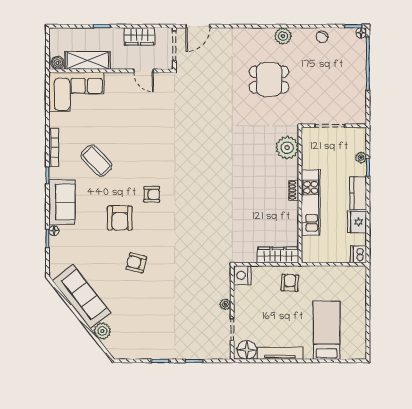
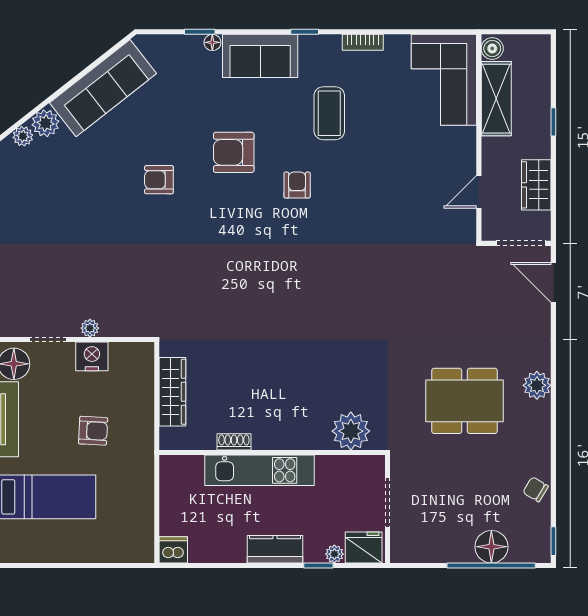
floor lamp: (361, 33) -> (491, 547), moved, width x1.89, depth x1.89
plant: (283, 36) -> (537, 385), moved
dining table: (269, 80) -> (464, 401), width x1.38
bookcase: (54, 147) -> (363, 42), width x0.64
coffee table: (96, 161) -> (329, 113), turned -47
shoe rack: (294, 190) -> (234, 442), moved
armchair: (152, 194) -> (297, 185), moved, turned 180
fridge: (357, 222) -> (364, 547), moved
wardrobe: (278, 255) -> (172, 392), moved
armchair: (136, 263) -> (159, 180), turned -104
nightstand: (242, 275) -> (92, 356), moved
armchair: (290, 283) -> (93, 431), moved
plant: (110, 345) -> (23, 136), added

